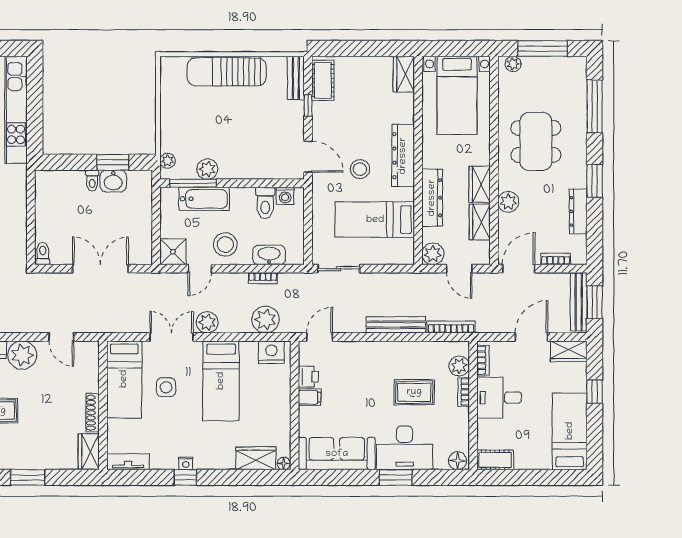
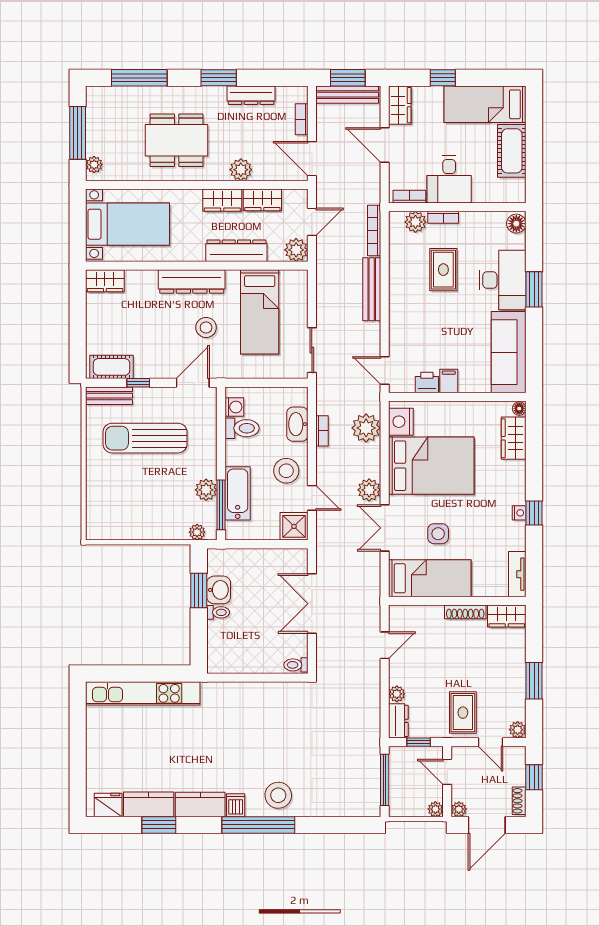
sun lounger: (227, 72) -> (145, 438), moved, turned 90
plant: (22, 355) -> (397, 694), width x0.53, depth x0.53
bed: (221, 381) -> (431, 466), width x1.50
cot: (495, 460) -> (512, 151), moved, width x1.37, depth x1.34

